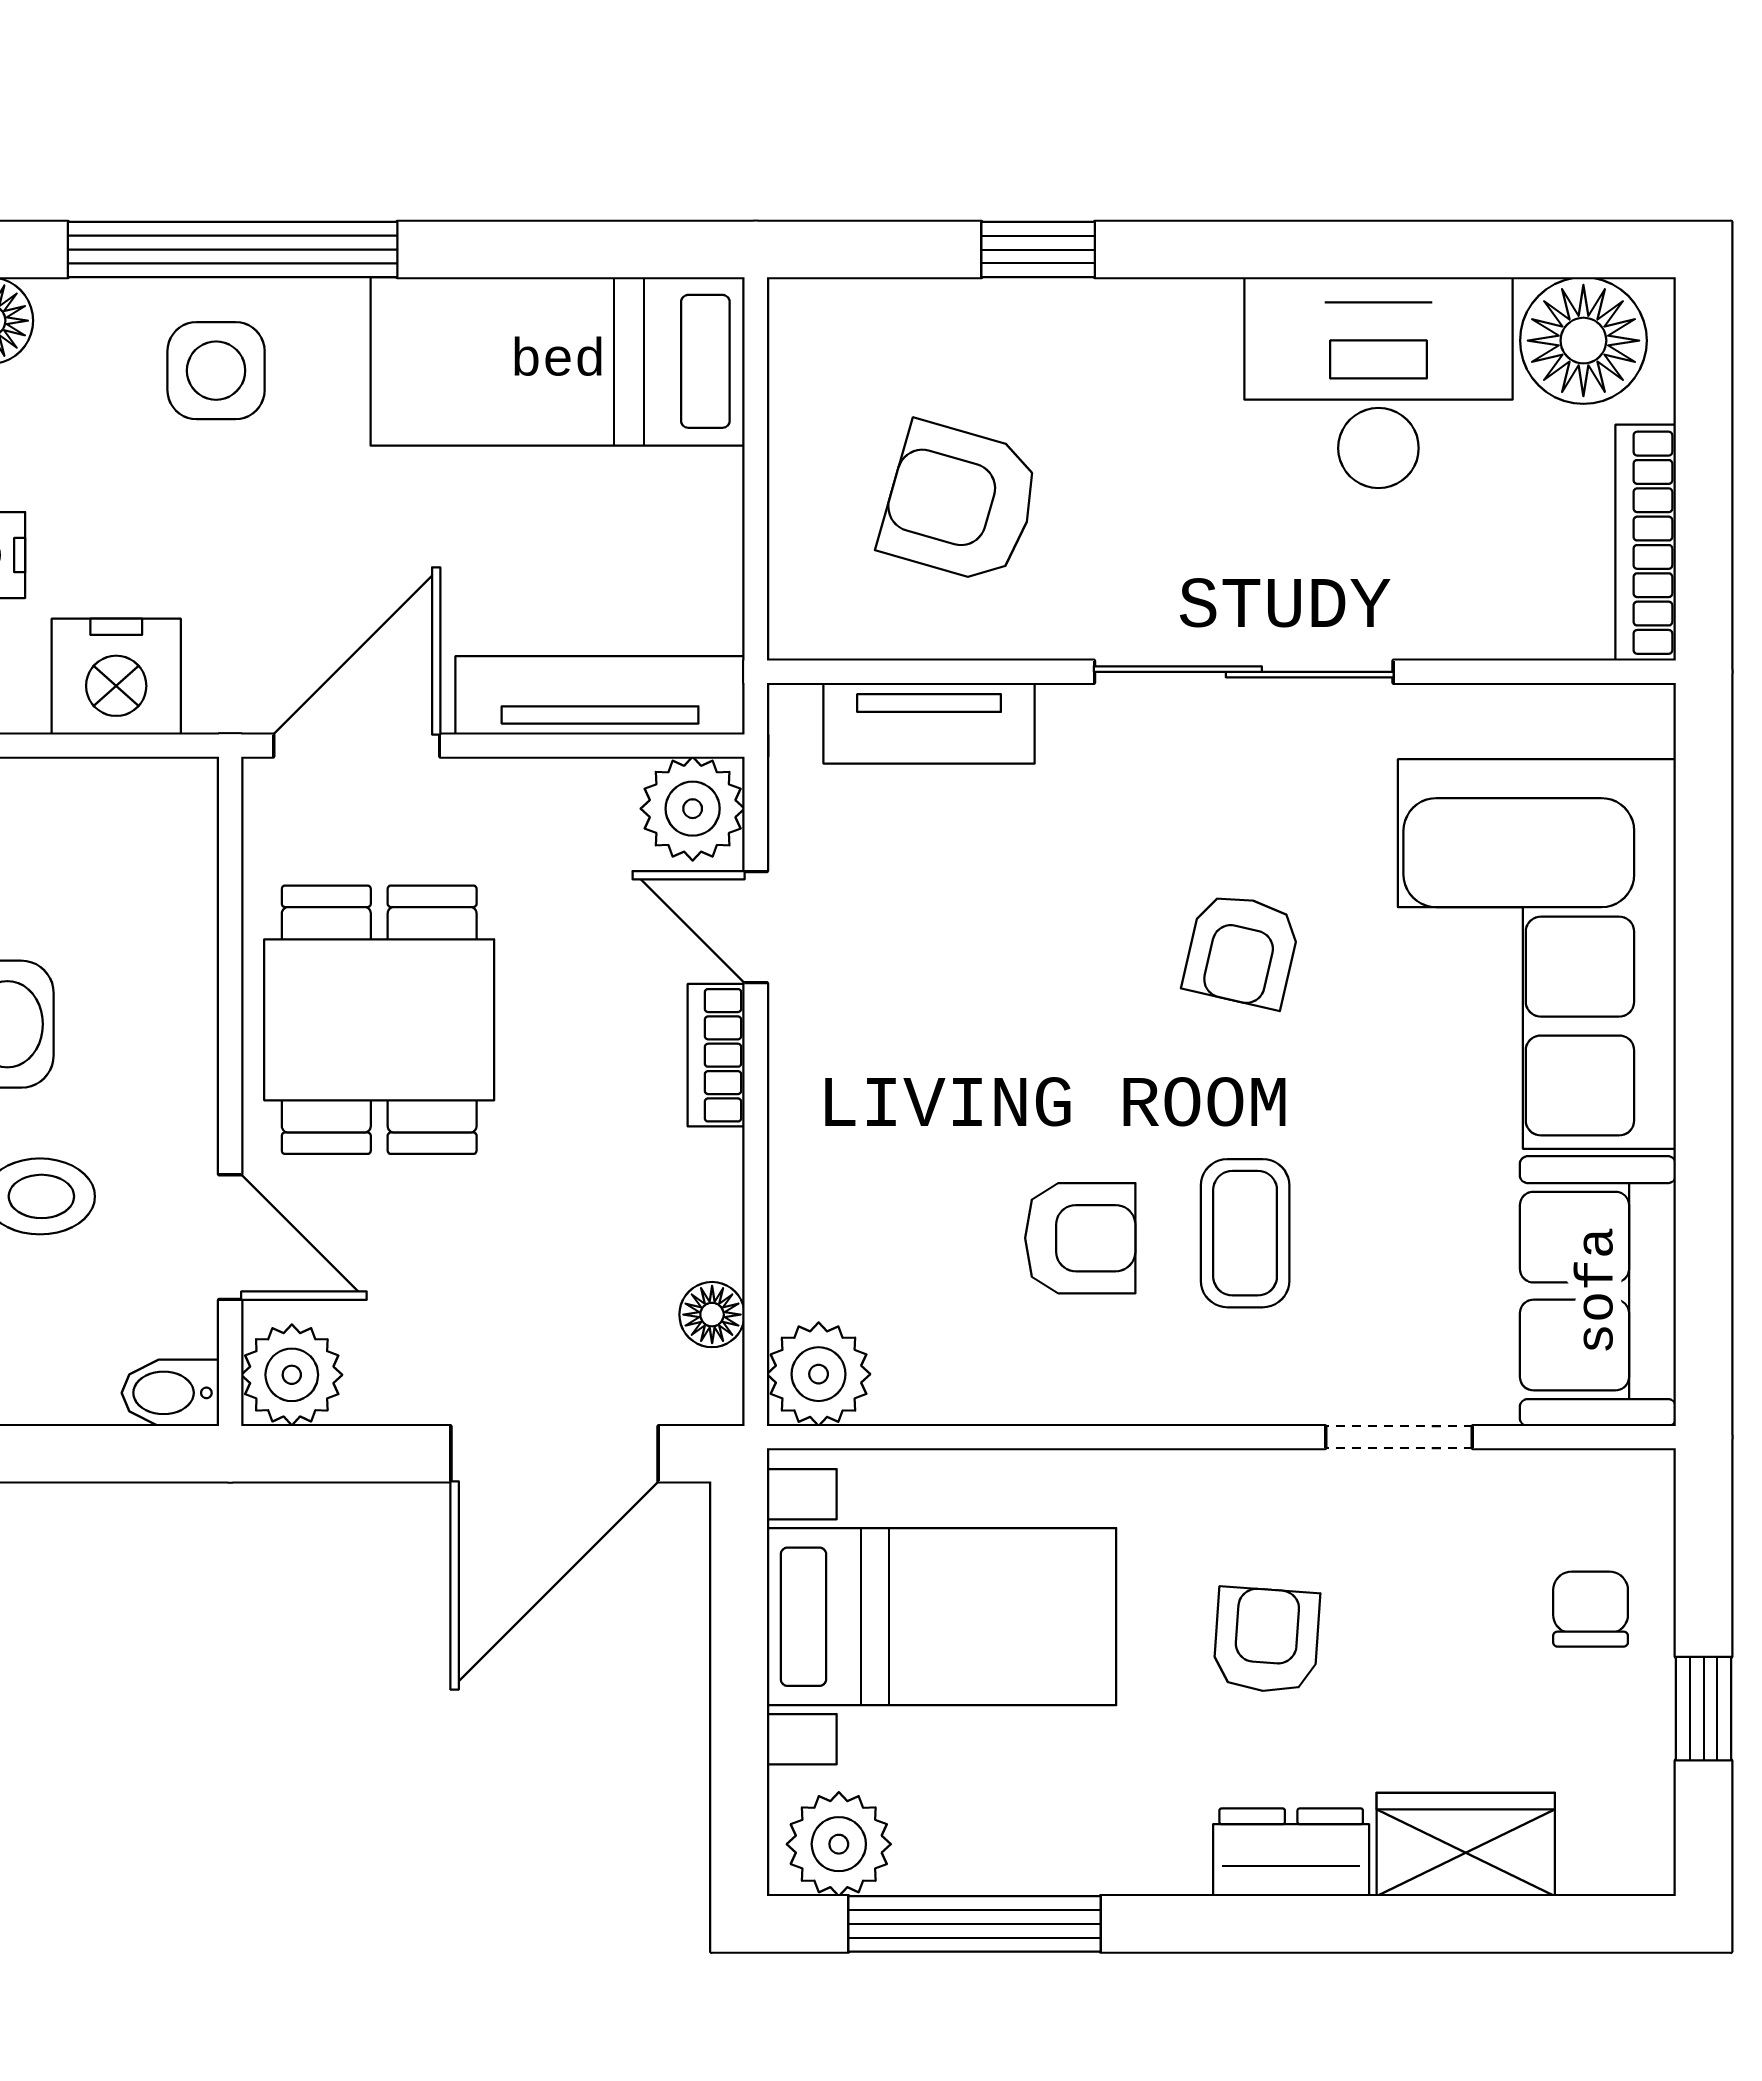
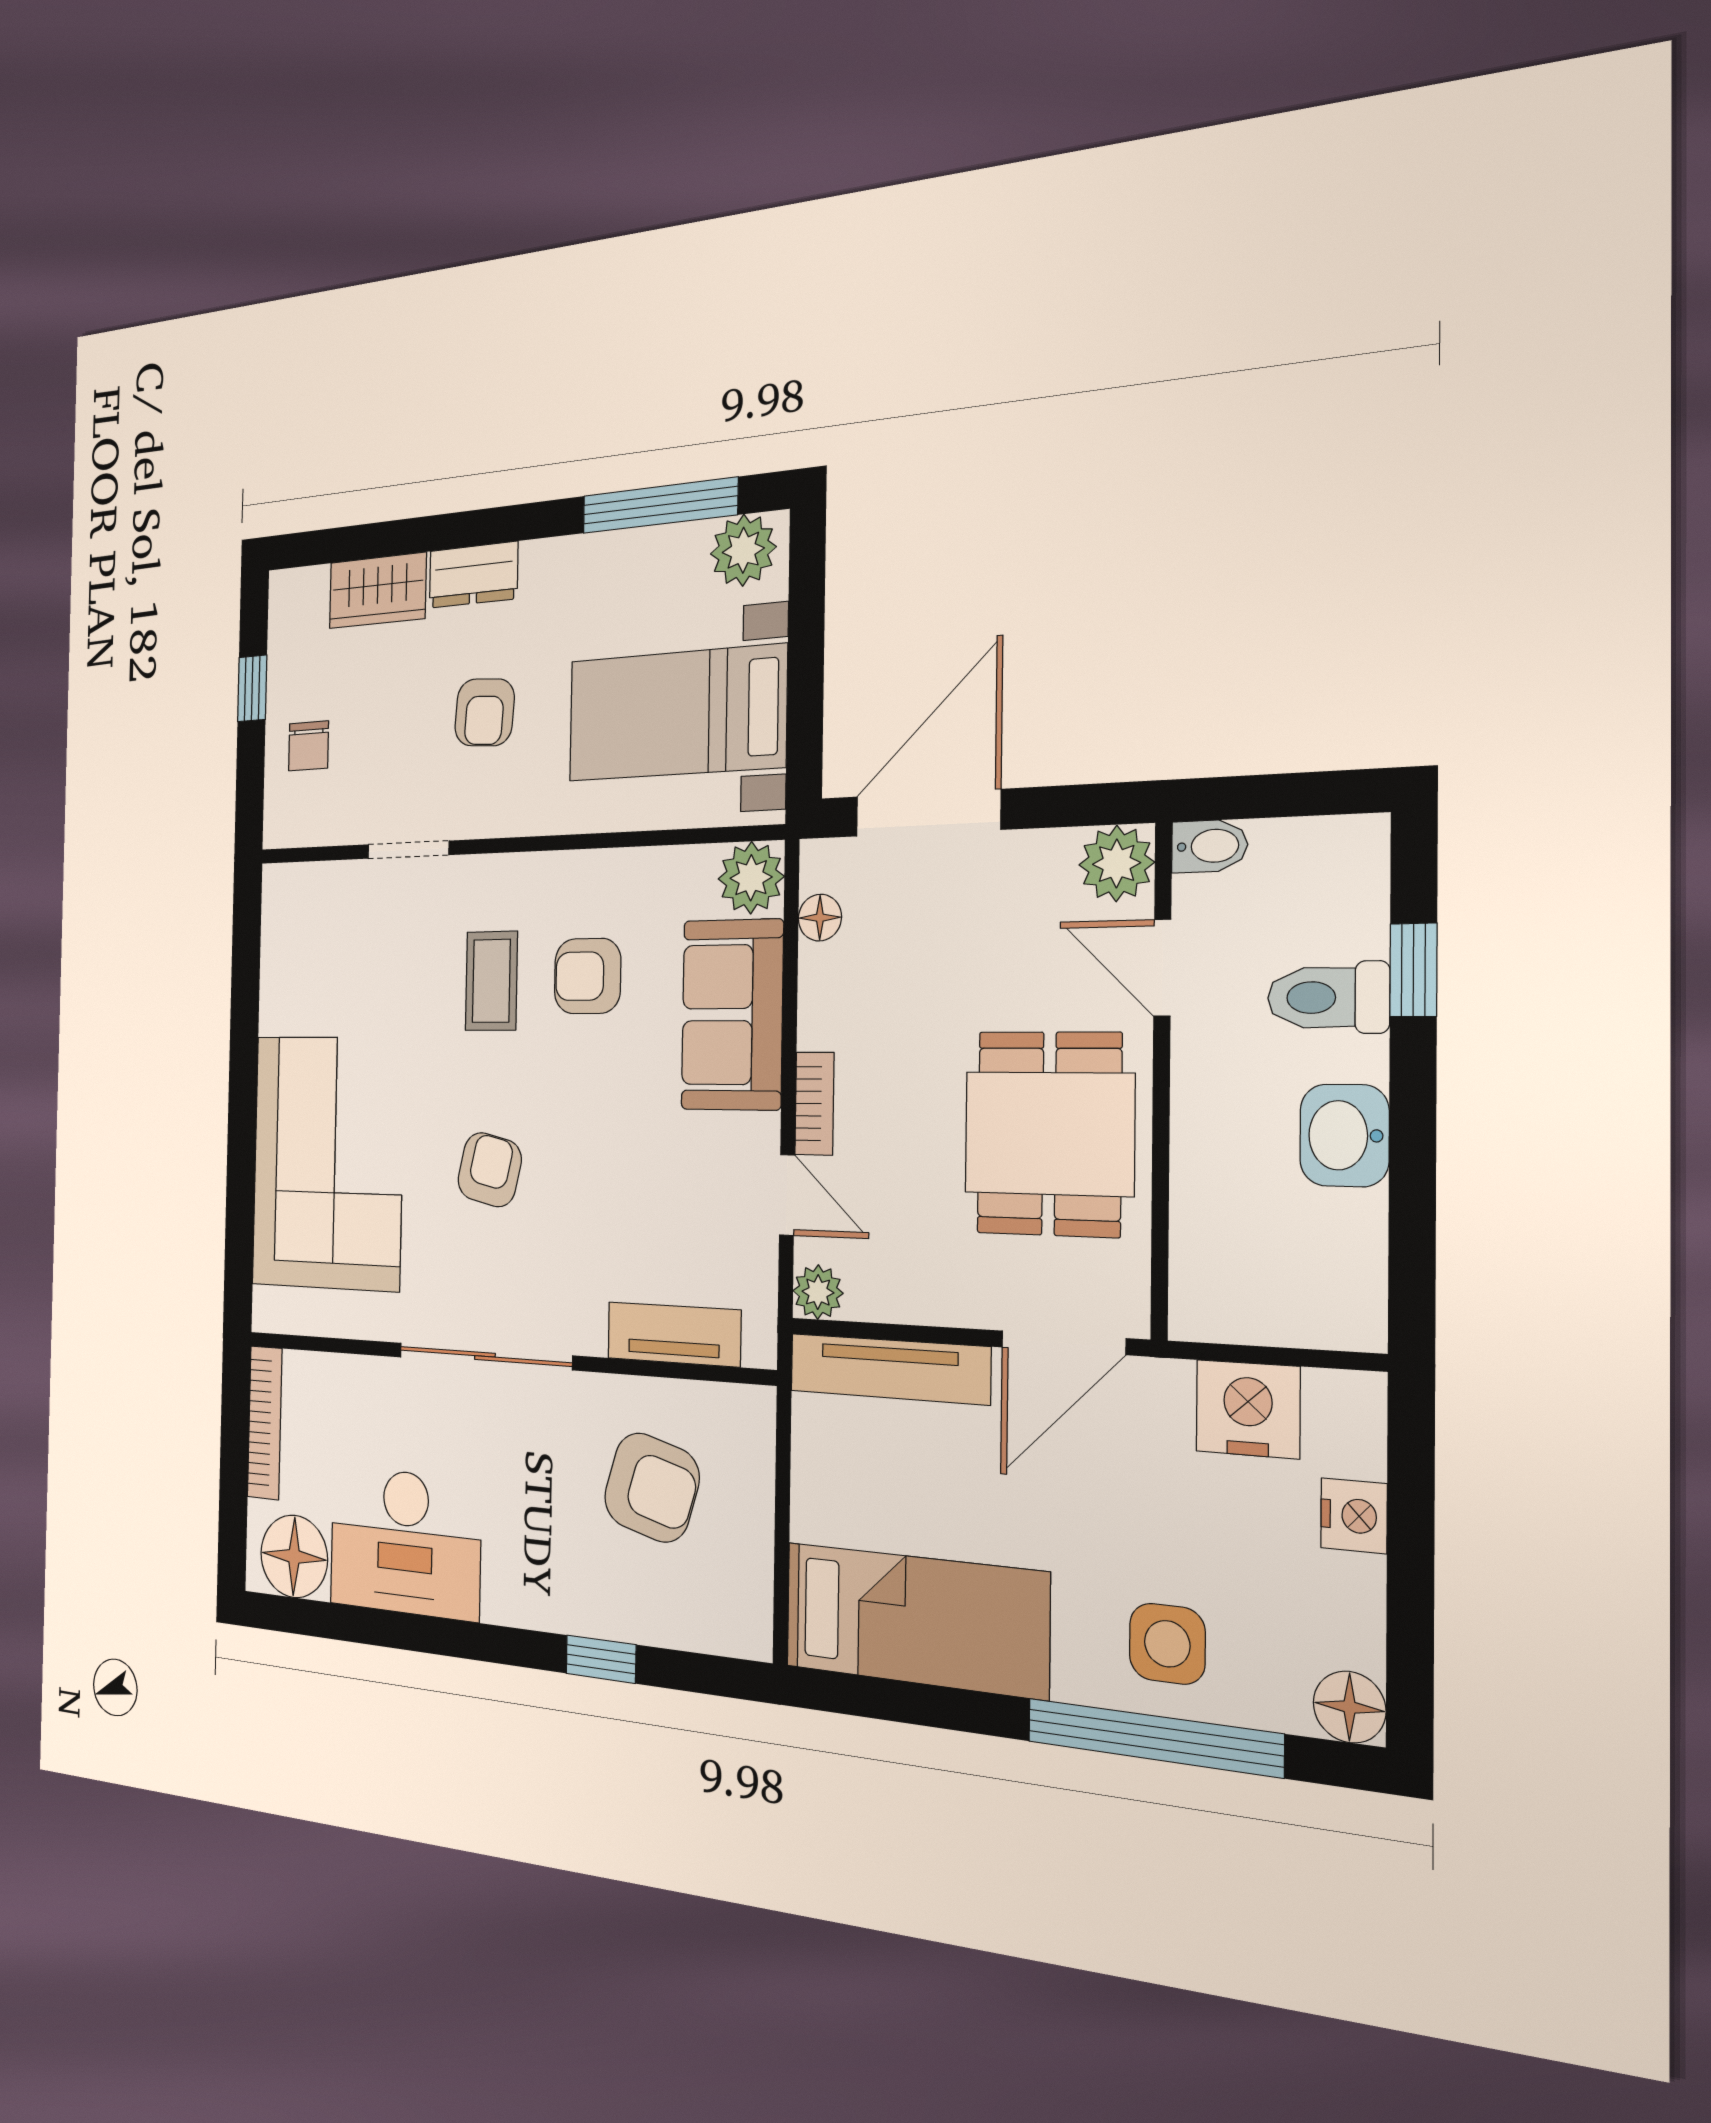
plant: (693, 809) -> (818, 1292), width x0.73, depth x0.73
sofa: (1598, 1291) -> (732, 1015), moved, turned 180

